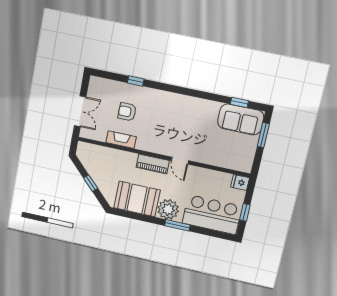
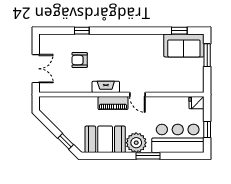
fireplace: (121, 140) -> (106, 87), moved
window: (91, 183) -> (66, 141), moved

